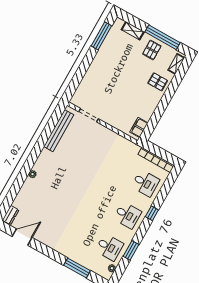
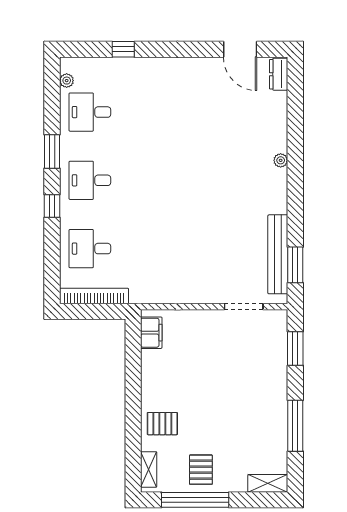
shelving: (133, 31) -> (268, 483), moved
window: (101, 36) -> (295, 426), moved
window: (75, 82) -> (295, 348), added
window: (53, 121) -> (295, 265), added
door: (22, 237) -> (240, 49), hinge flipped
window: (131, 250) -> (52, 151), moved
window: (77, 268) -> (123, 49), width x0.46

